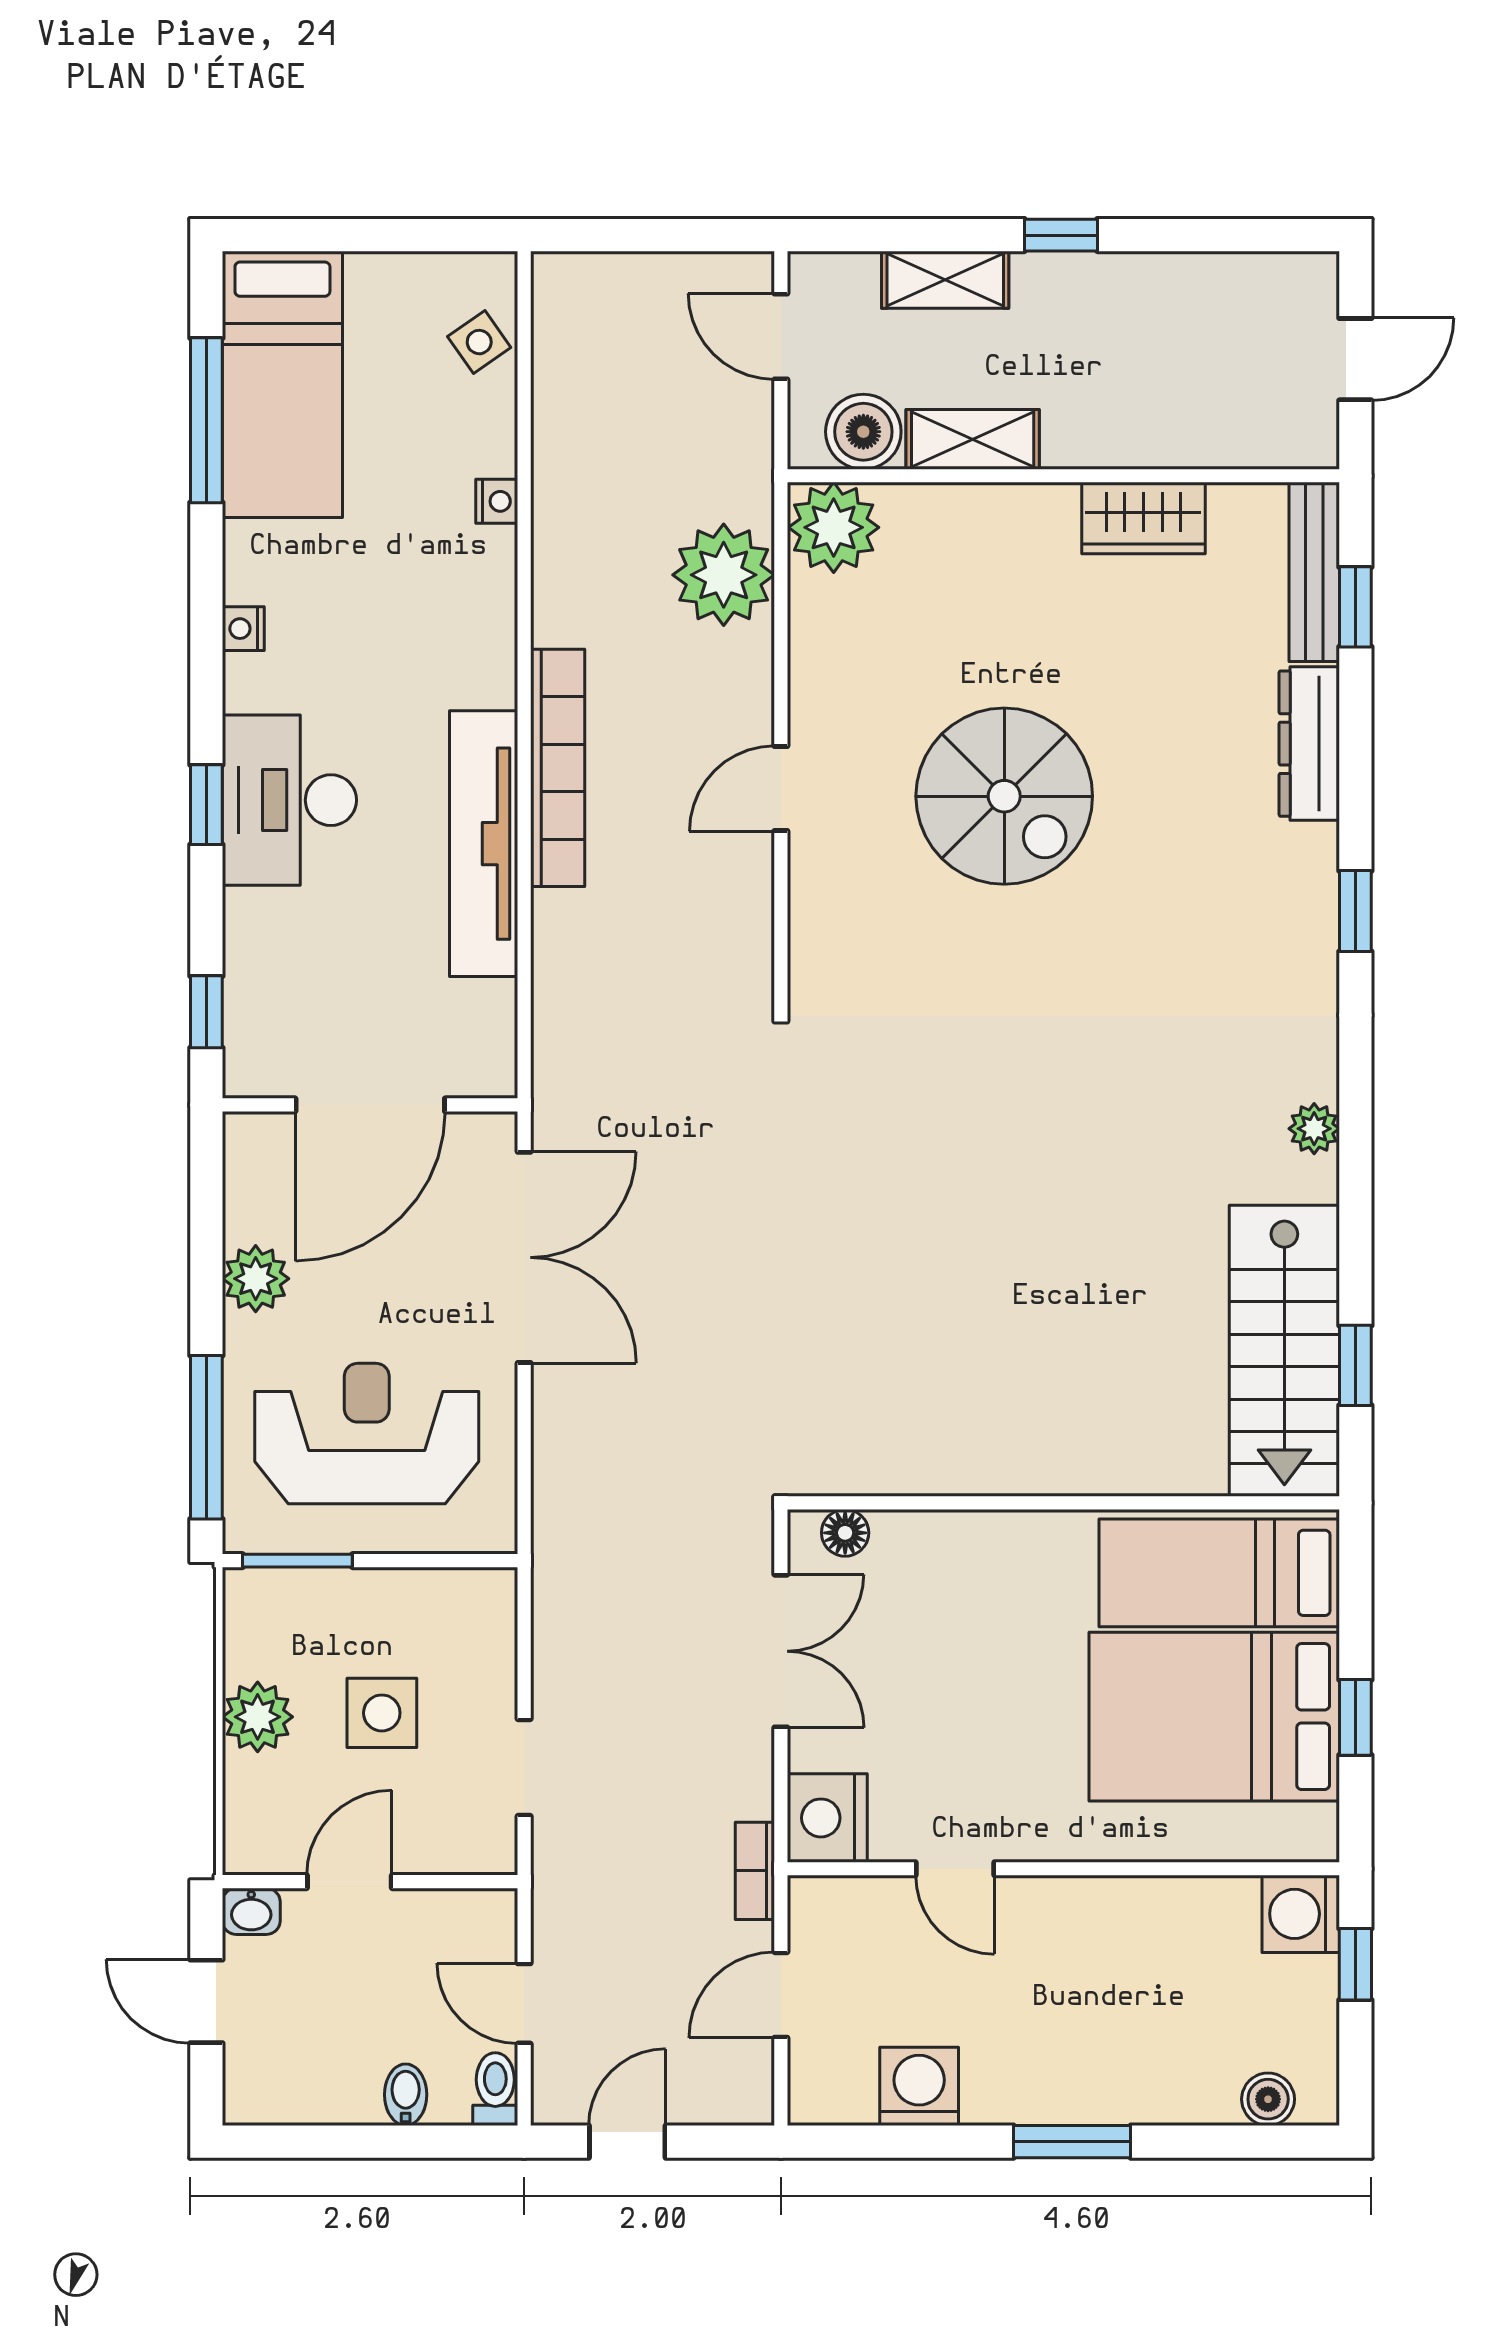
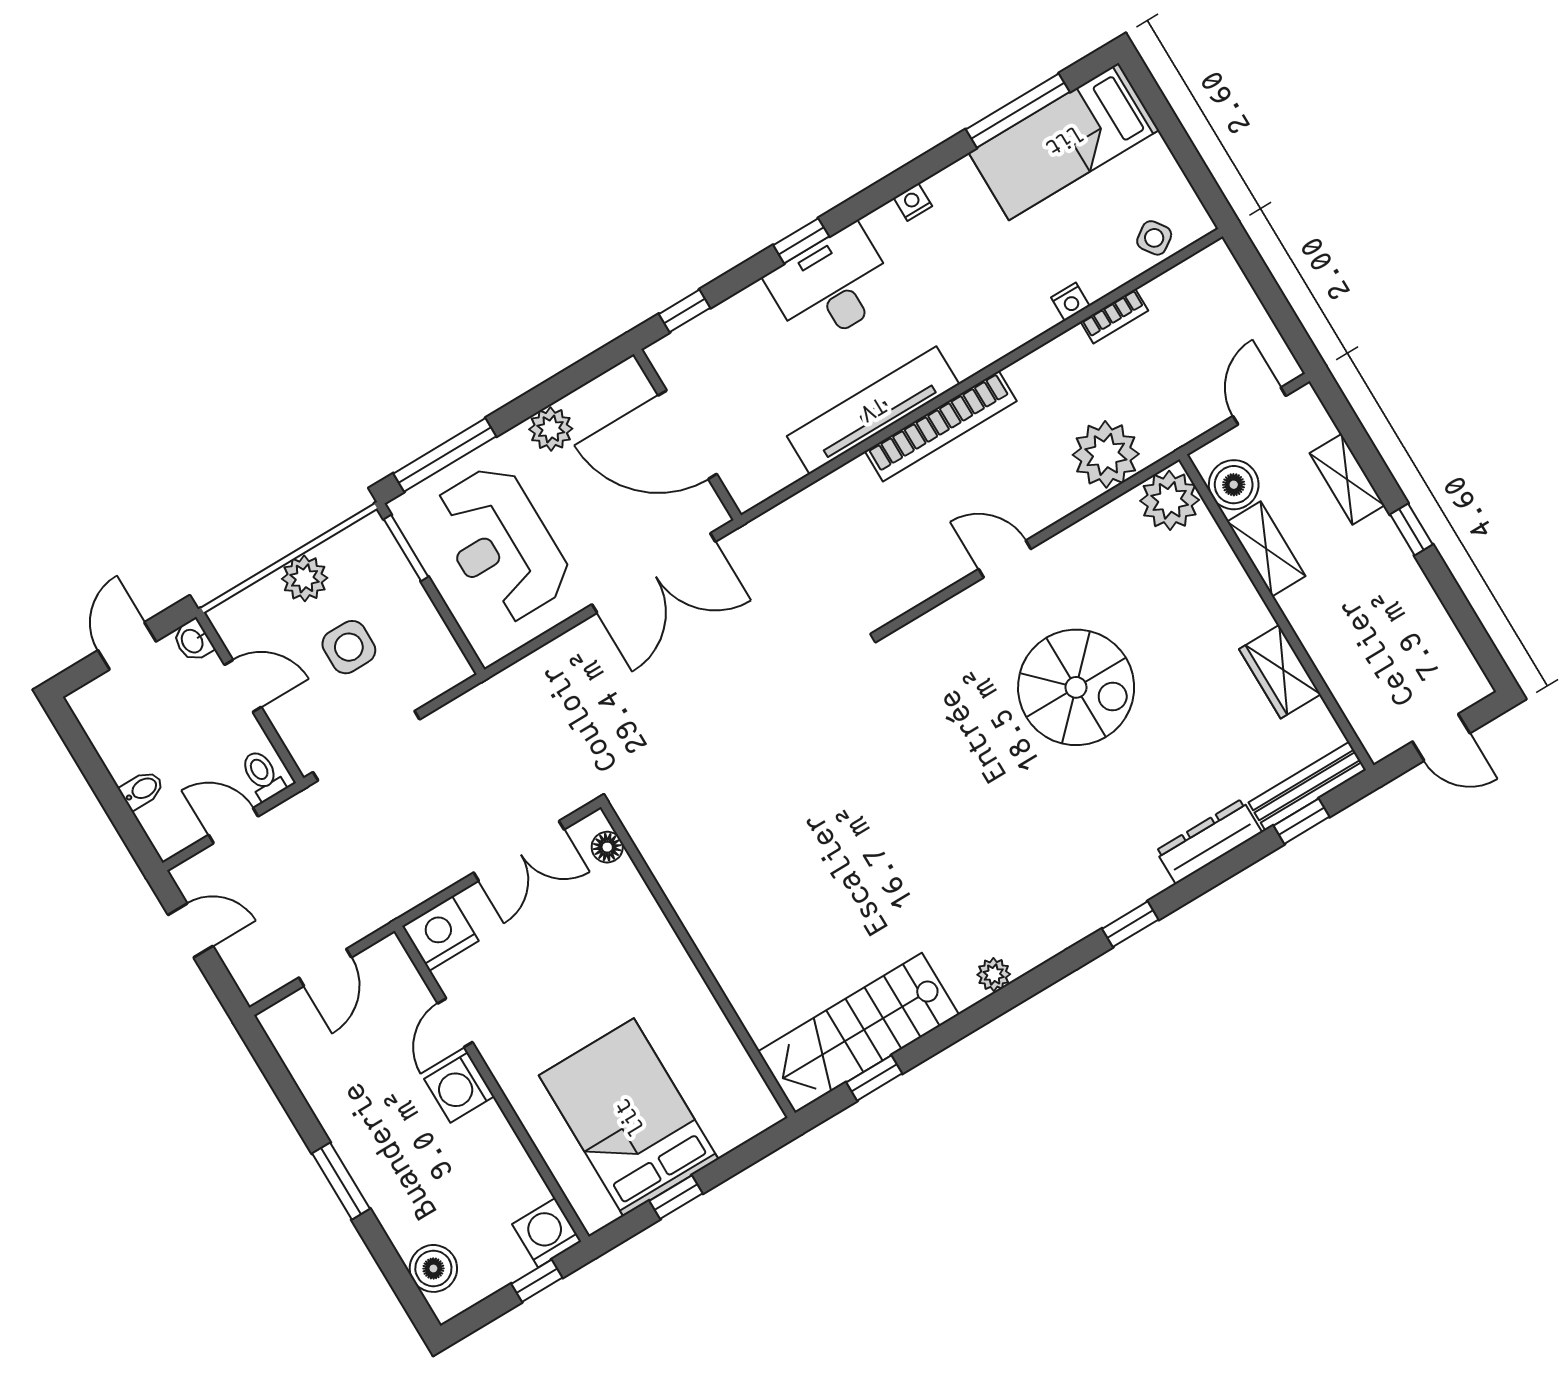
spiral stairs: (1004, 796) -> (1076, 687), turned -90
reception desk: (367, 1433) -> (501, 544), turned 180
bed: (1219, 1573) -> (711, 1071), removed
doorway: (524, 1767) -> (366, 746), width x1.88
bookcase: (755, 1871) -> (1114, 316), moved, turned 180
door: (781, 1995) -> (325, 967), swing flipped
door: (524, 2003) -> (233, 826), hinge flipped
washing machine: (919, 2086) -> (459, 1088), moved, turned 180
toilet: (495, 2089) -> (263, 775), moved, turned -90
boiler: (1268, 2099) -> (433, 1268), width x1.36, depth x1.36

